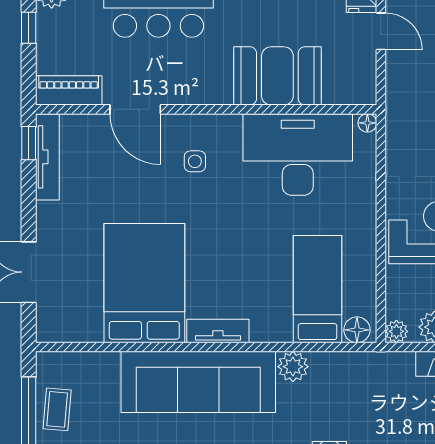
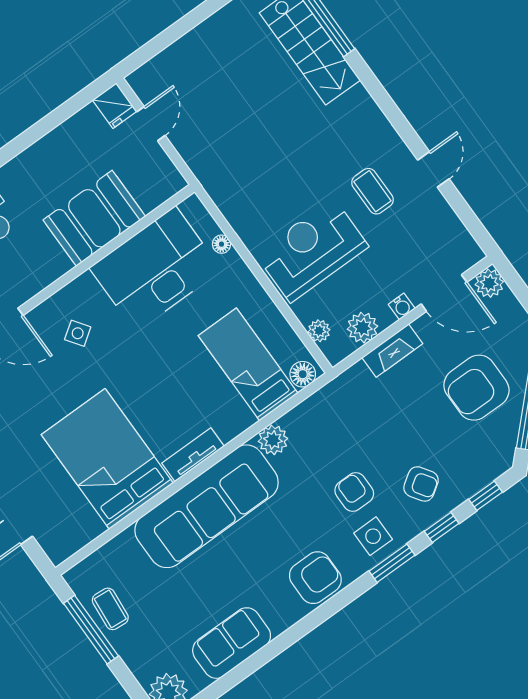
door: (381, 31) -> (151, 124), hinge flipped
floor lamp: (367, 123) -> (221, 244), moved
side table: (195, 161) -> (78, 333), turned -35
plant: (396, 331) -> (319, 331), moved

